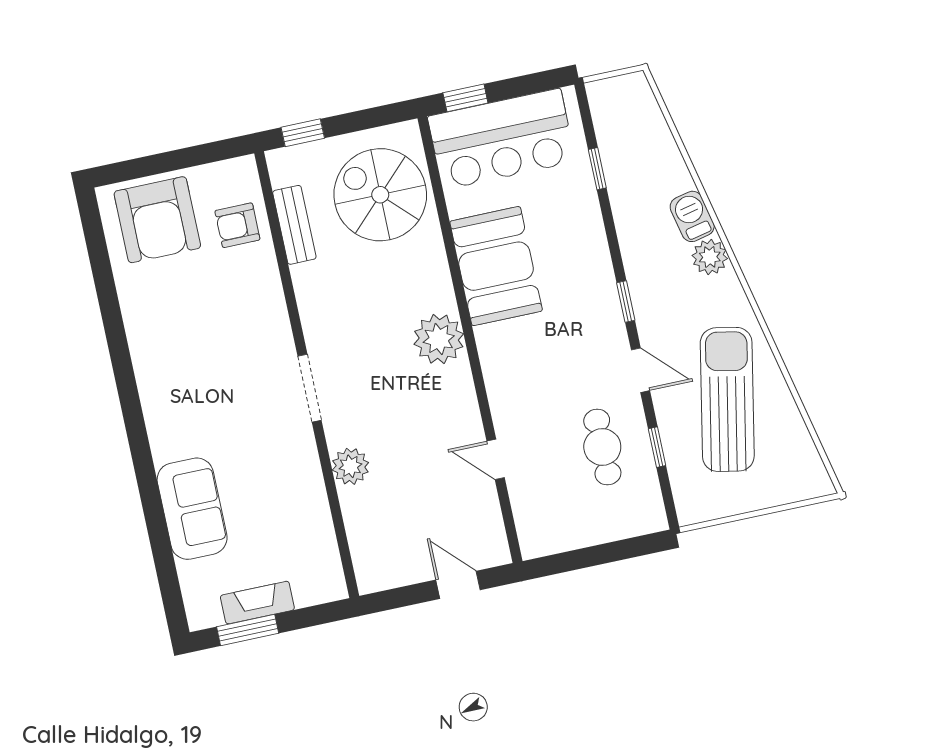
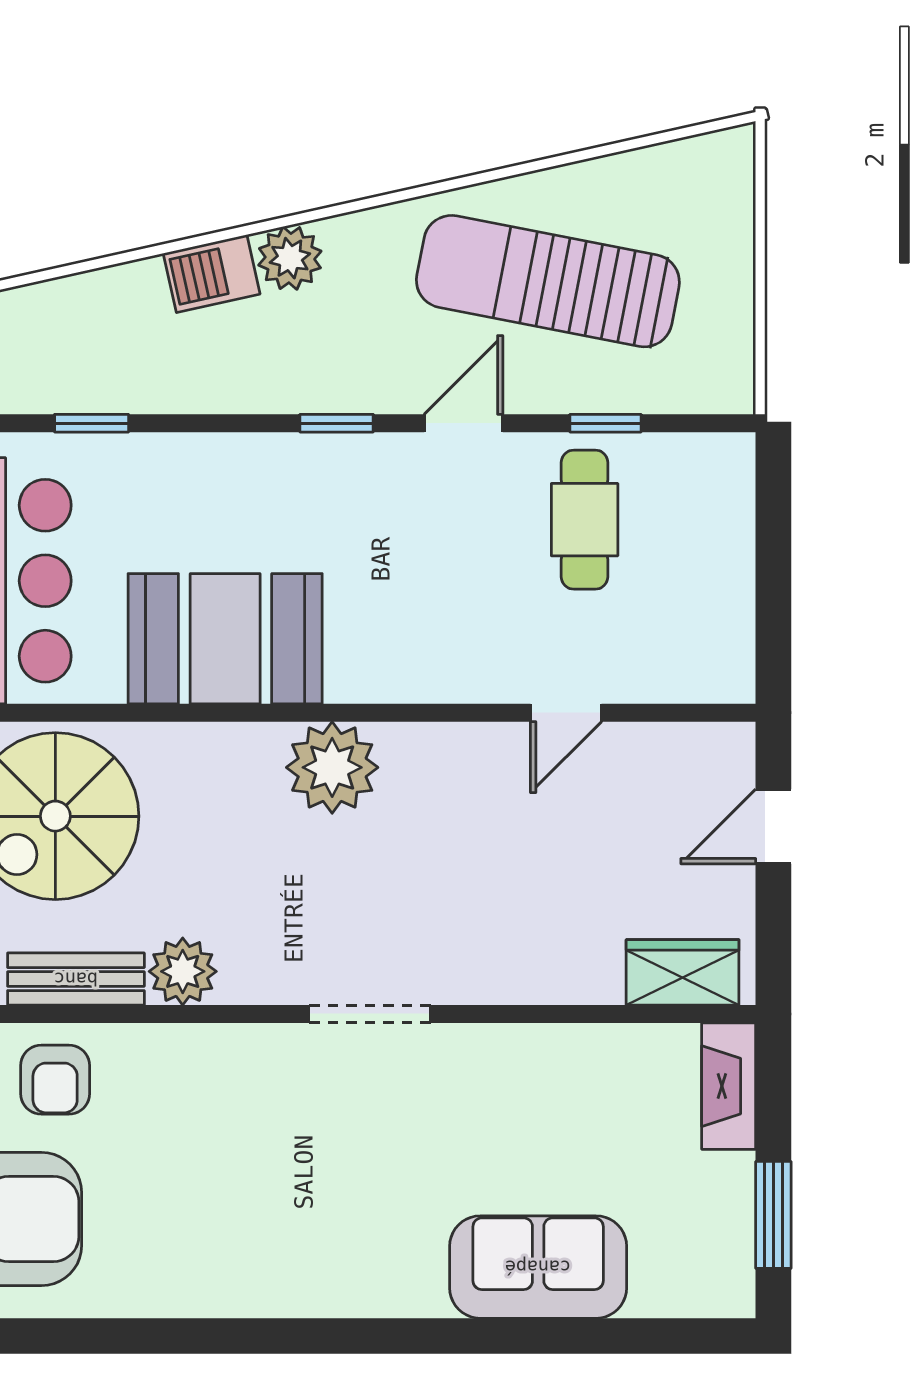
cafe table: (602, 447) -> (585, 520), turned 90
plant: (350, 466) -> (183, 971), moved
wardrobe: (368, 553) -> (683, 972), added
fireplace: (257, 603) -> (729, 1086), moved

